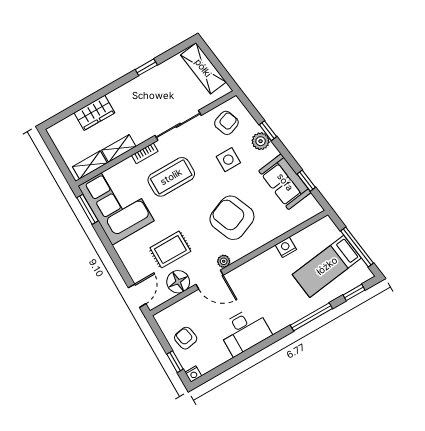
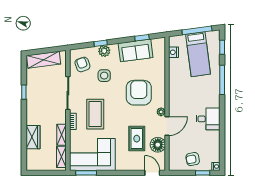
armchair: (232, 218) -> (139, 93), turned 112
nightstand: (286, 247) -> (174, 52), moved
desk: (244, 331) -> (208, 119), width x0.73

